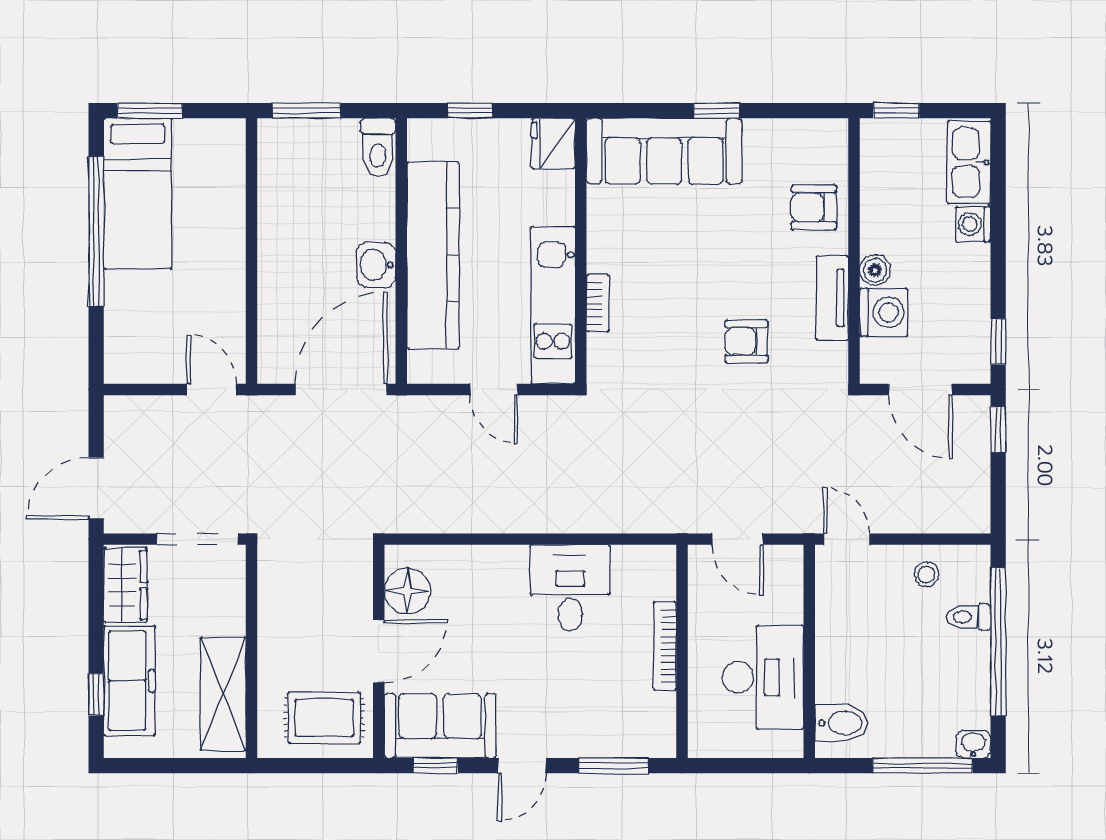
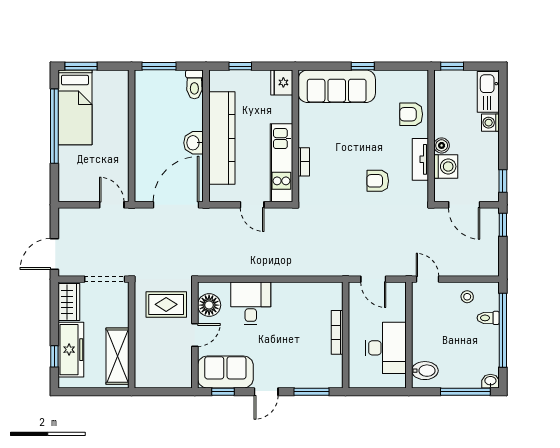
desk: (570, 588) -> (251, 303), moved
door: (379, 651) -> (195, 335), width x0.73
rug: (324, 718) -> (166, 304), moved

